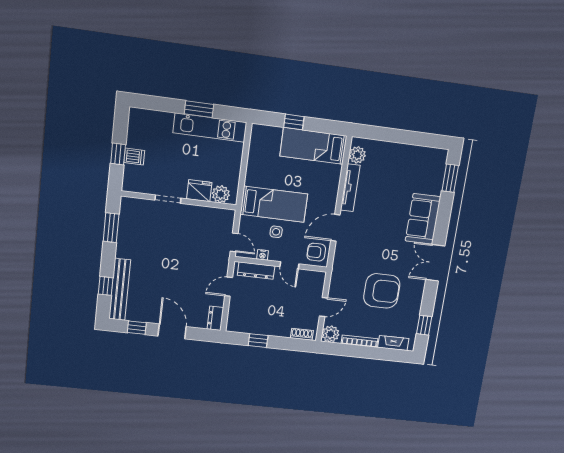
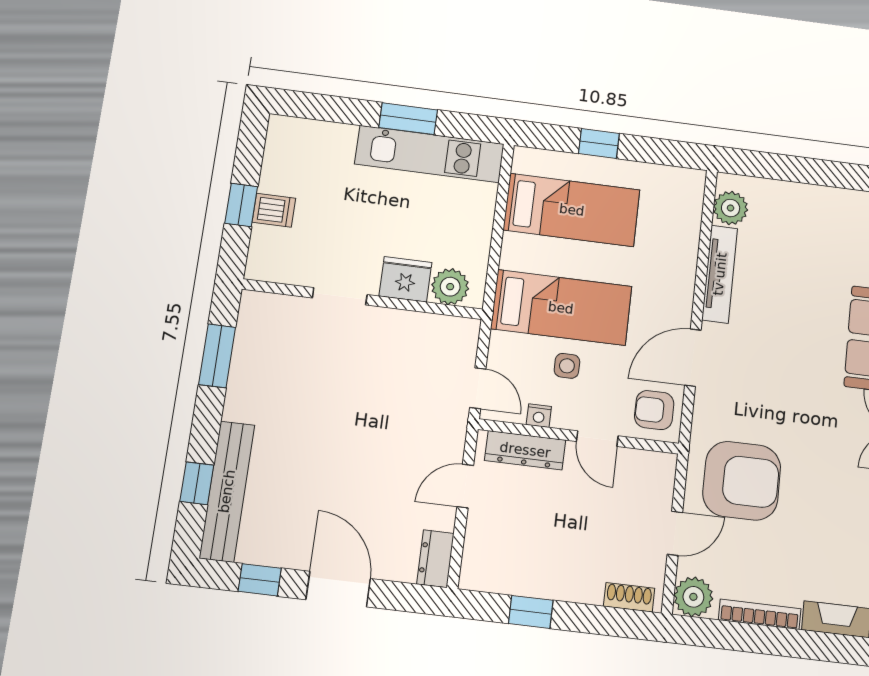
bed: (313, 146) -> (572, 210), moved, turned 180
armchair: (382, 291) -> (742, 481), moved

